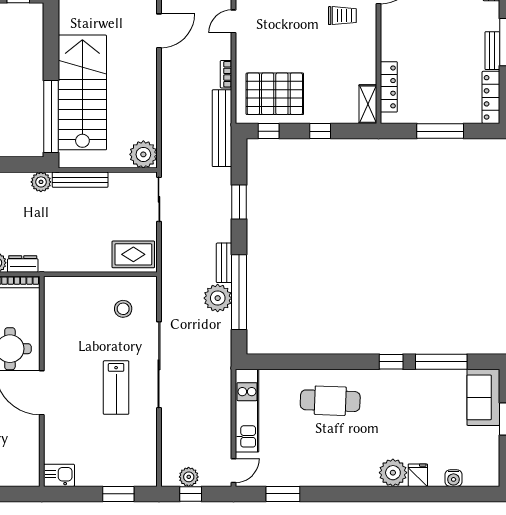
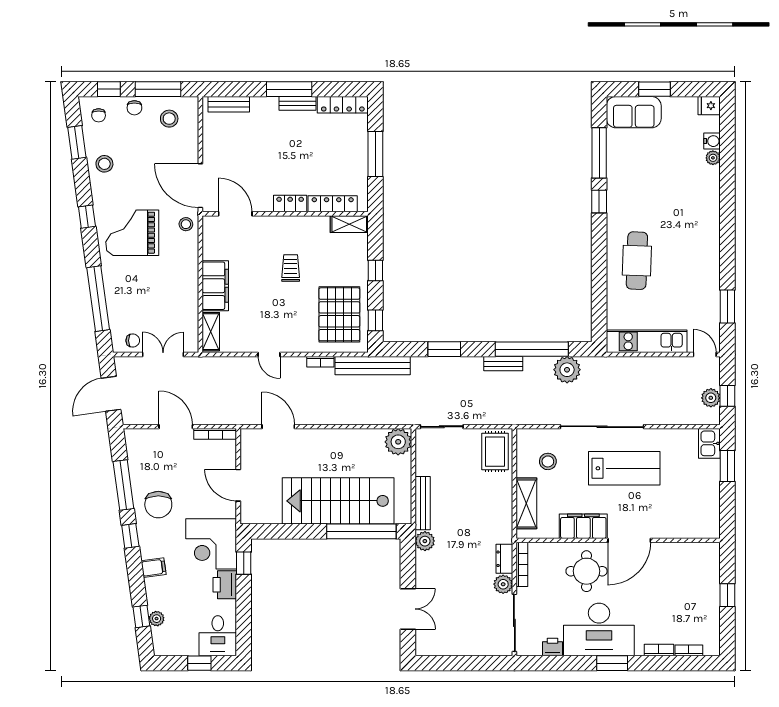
trolley: (342, 16) -> (291, 268), moved
locker: (389, 43) -> (290, 204), added
shelving: (80, 287) -> (526, 503), added
plant: (218, 298) -> (567, 370), moved
filing cabinet: (56, 345) -> (583, 526), added
lab bench: (116, 388) -> (624, 468), width x1.36, depth x1.39
plant: (393, 473) -> (713, 158), moved, width x0.53, depth x0.53
kitchen sink: (59, 475) -> (709, 443), moved
fridge: (418, 475) -> (709, 106), moved

